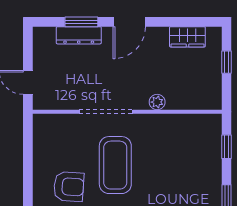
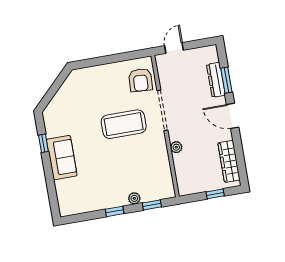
wardrobe: (187, 37) -> (229, 161), width x1.50
plant: (214, 168) -> (134, 198), added
armchair: (69, 187) -> (141, 80), moved

